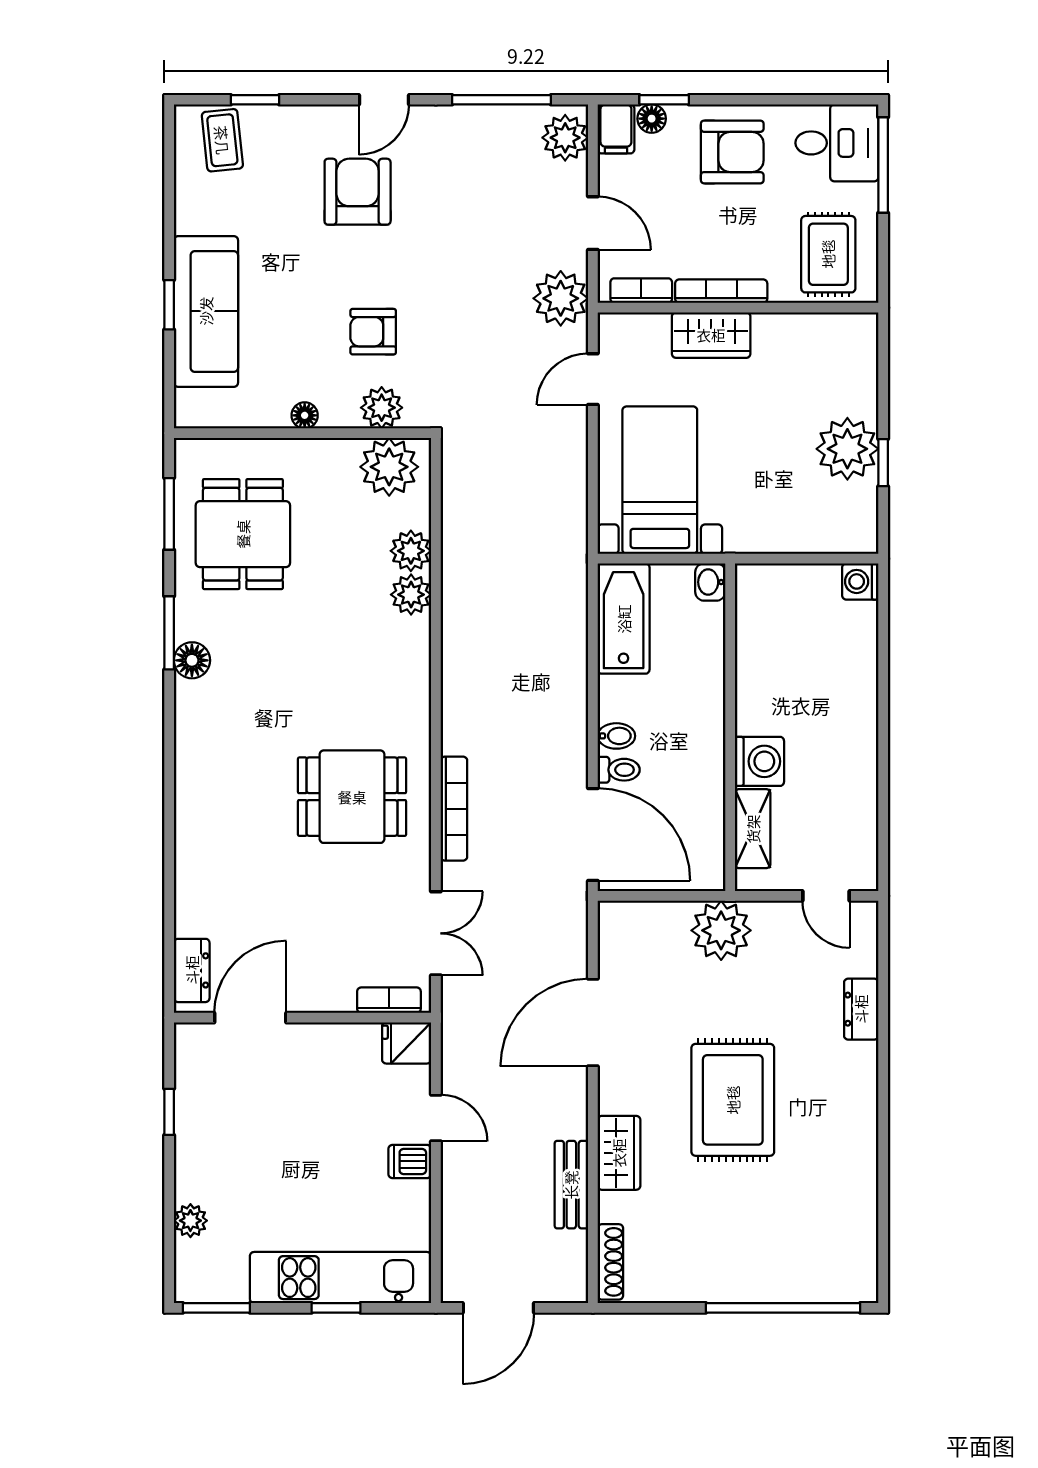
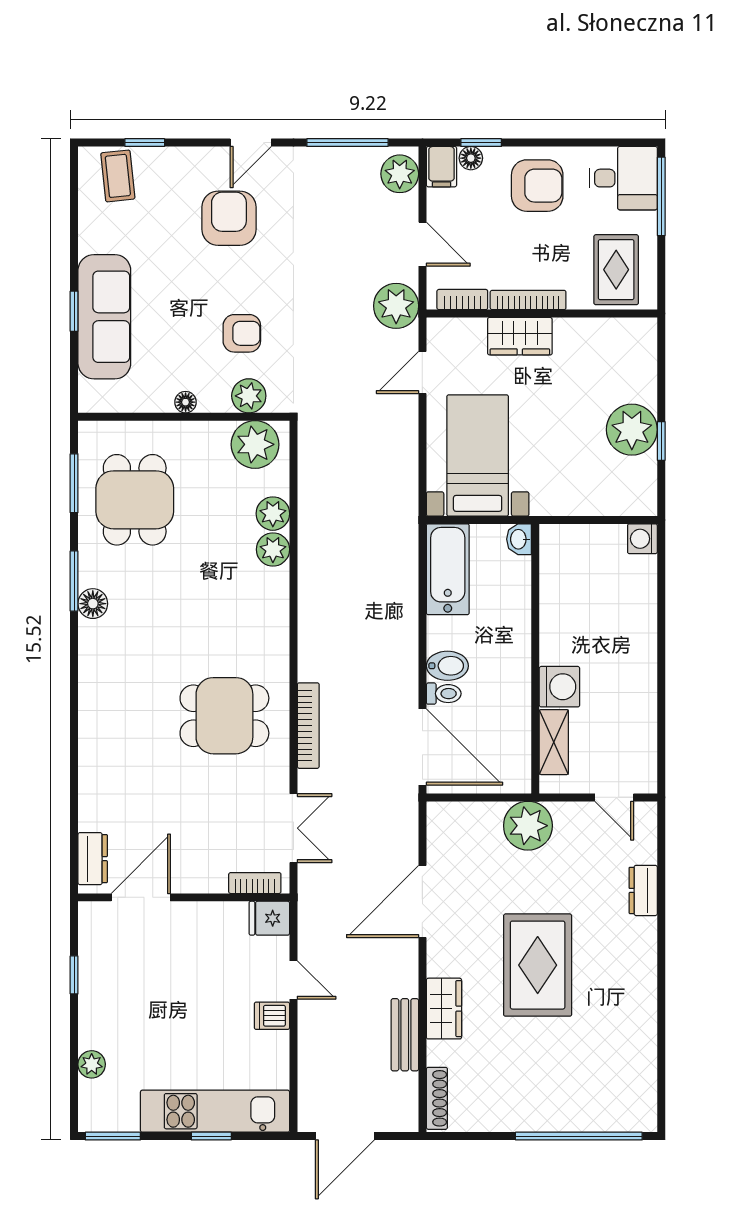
armchair: (373, 332) -> (242, 333), turned 180
bidet: (616, 736) -> (447, 666), width x1.38, depth x1.36

